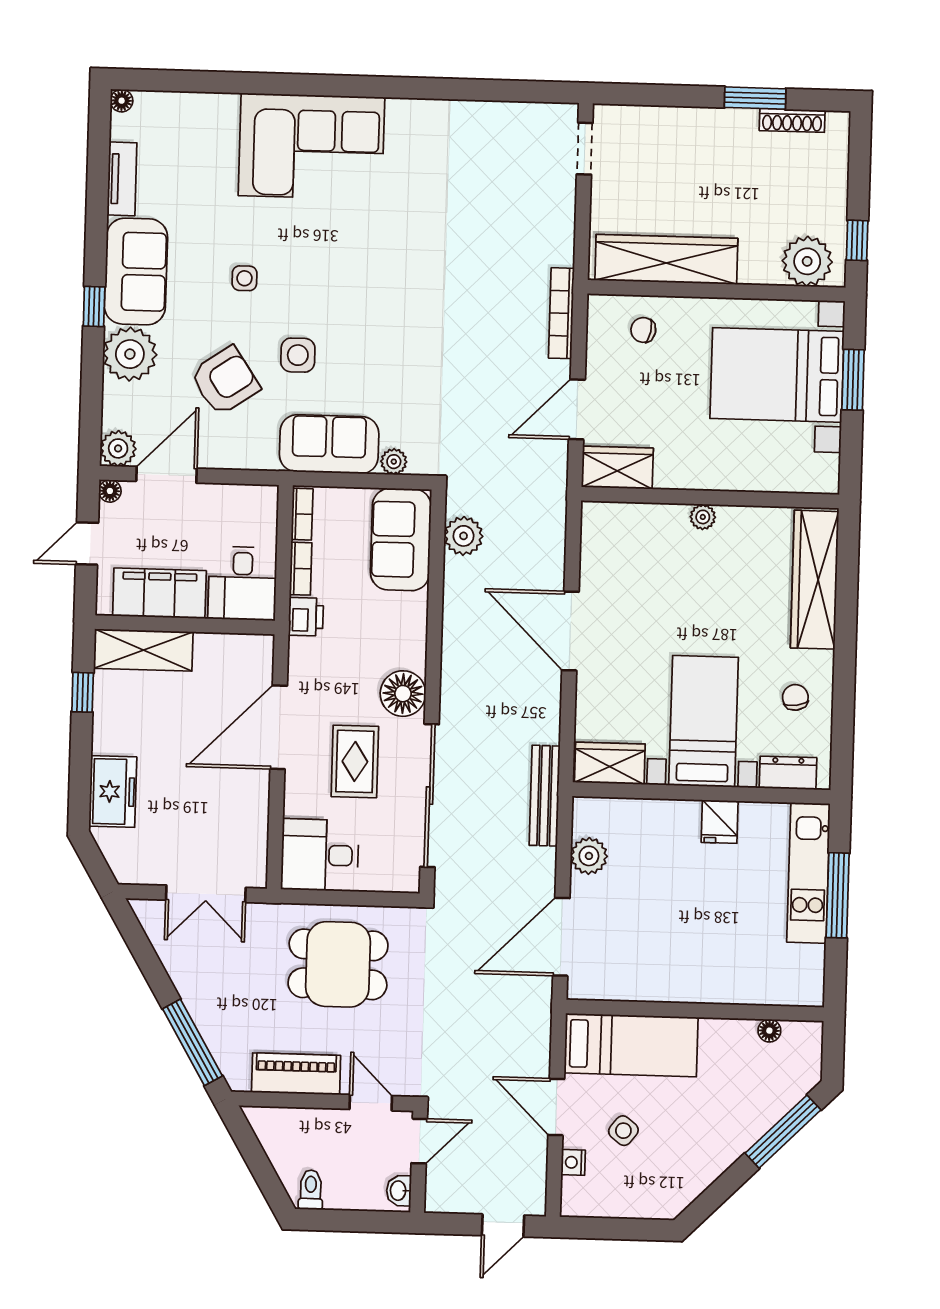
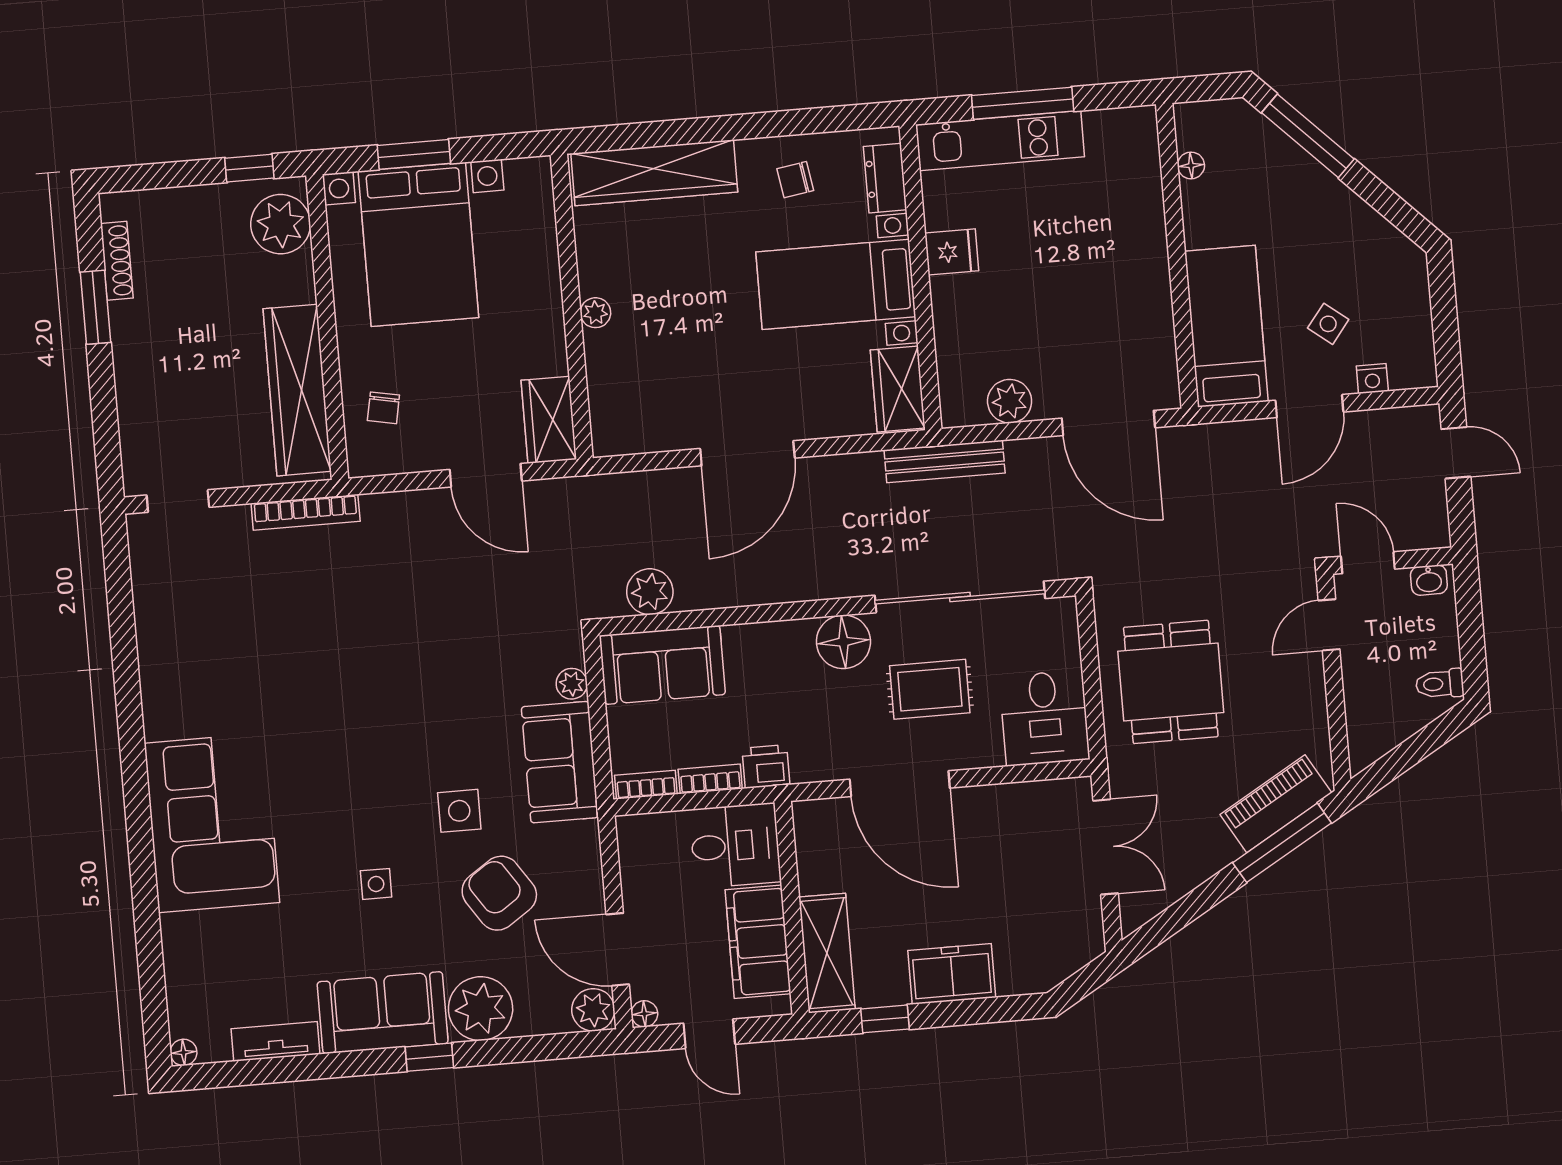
bookcase: (561, 313) -> (306, 512), moved
freezer: (113, 792) -> (952, 974), moved
piano: (296, 1074) -> (1276, 804), moved, turned 60

